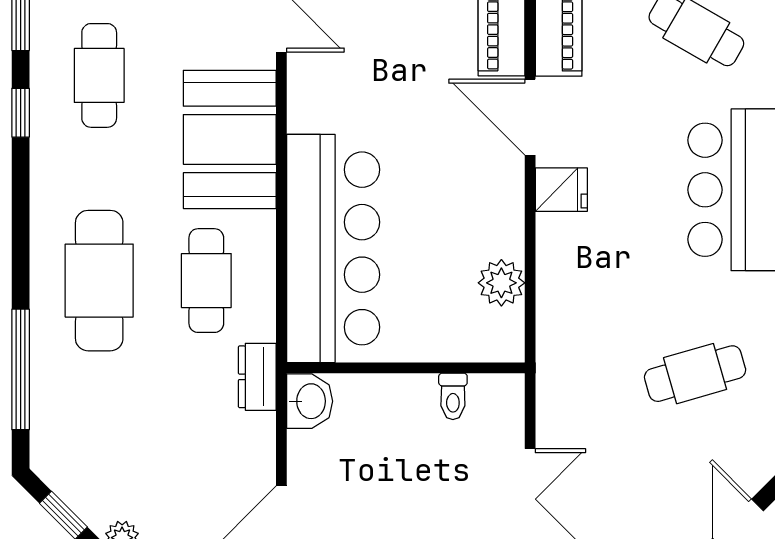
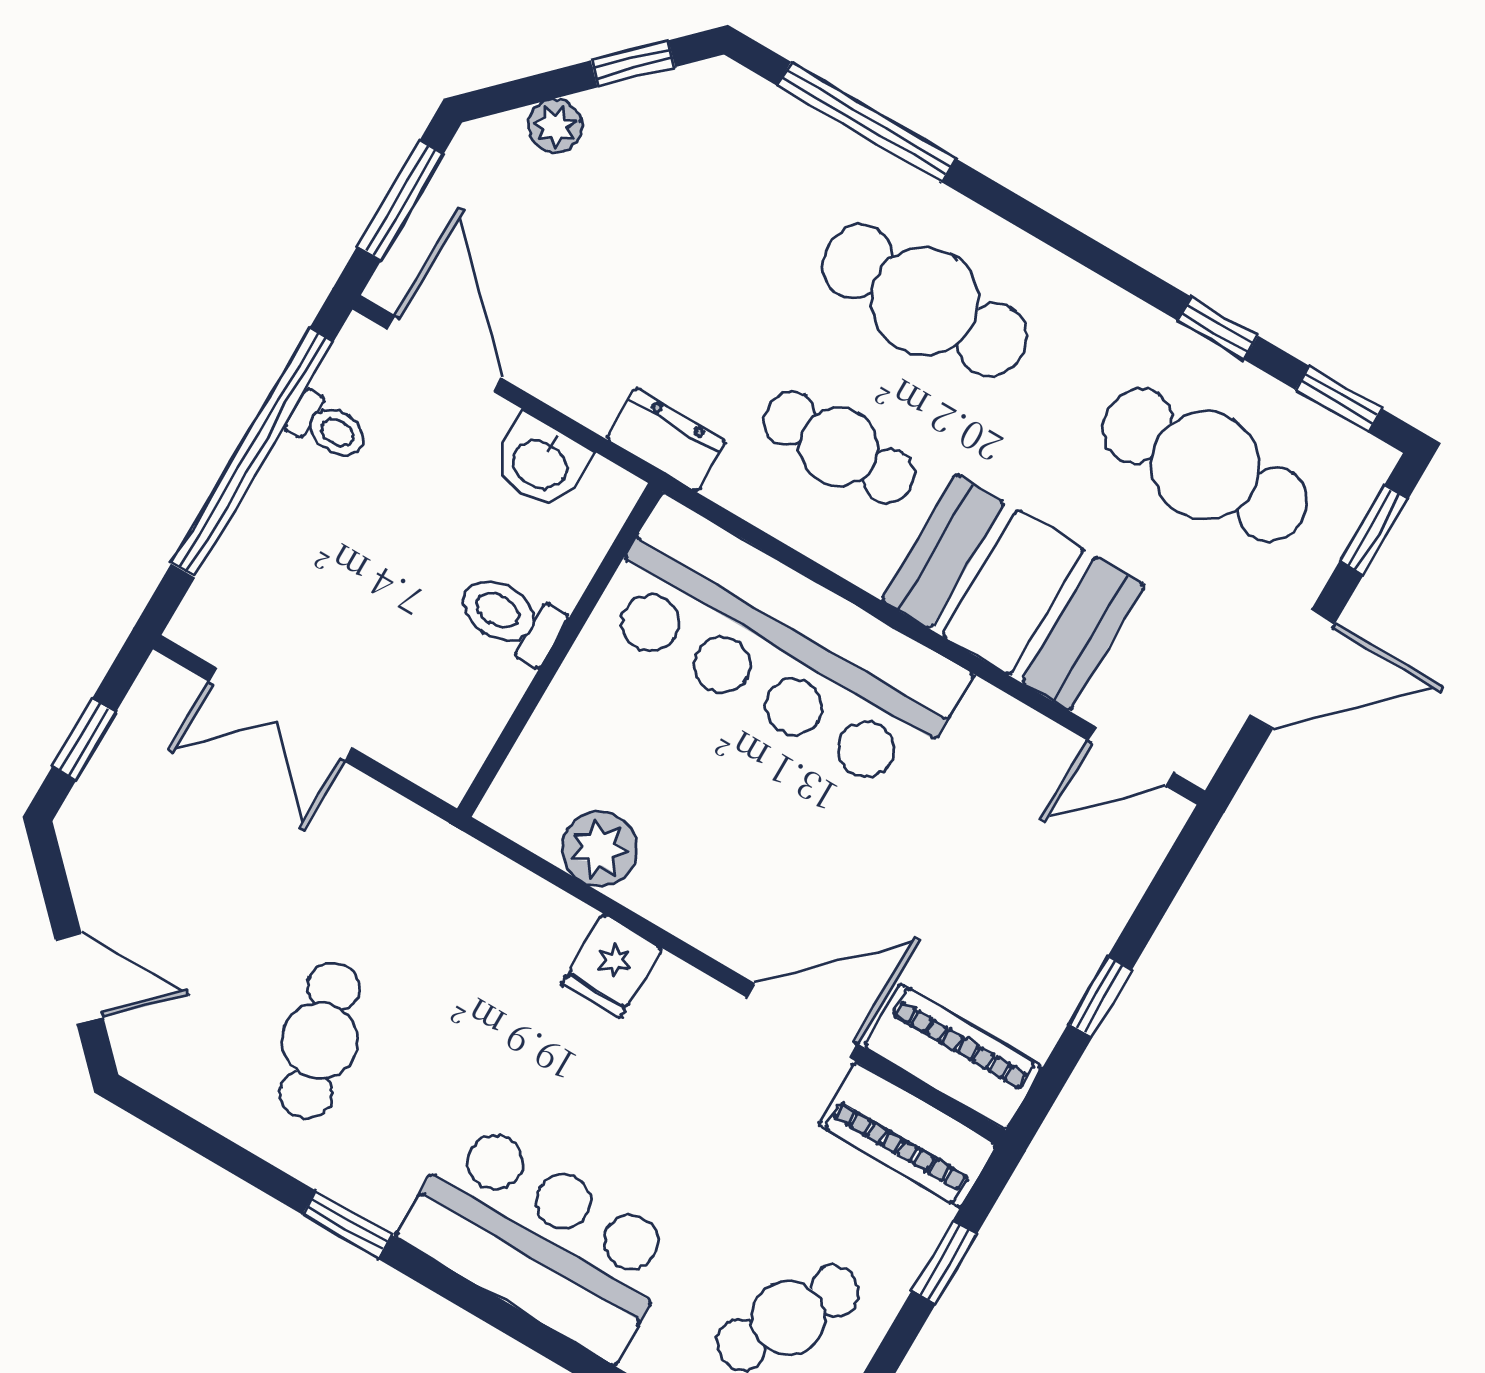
cafe table: (99, 75) -> (1205, 465), width x1.37, depth x1.35
fridge: (561, 190) -> (611, 966), moved
toilet: (453, 396) -> (510, 617), moved, width x1.37, depth x1.39
washbasin: (310, 401) -> (541, 462), moved

